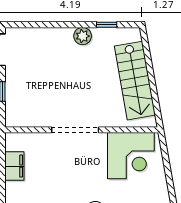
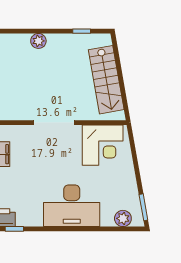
plant: (83, 36) -> (38, 41), moved

